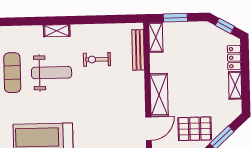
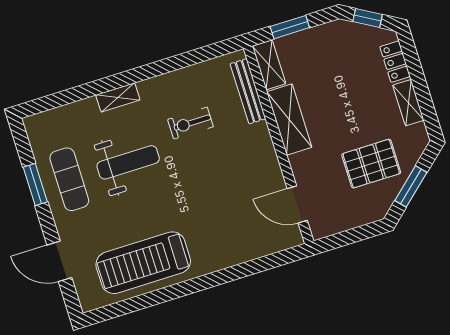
shelving: (159, 95) -> (289, 120), moved
door: (149, 129) -> (297, 205), swing flipped
pallet: (195, 129) -> (371, 164), moved

